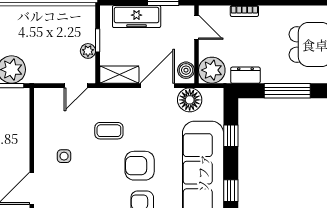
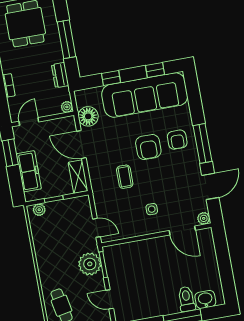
plant: (88, 51) -> (39, 210), moved
boiler: (186, 70) -> (65, 124), removed
plant: (212, 70) -> (67, 107), width x0.53, depth x0.53
door: (76, 86) -> (97, 228), moved

